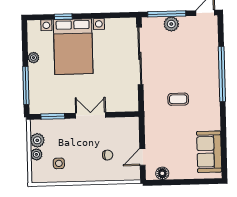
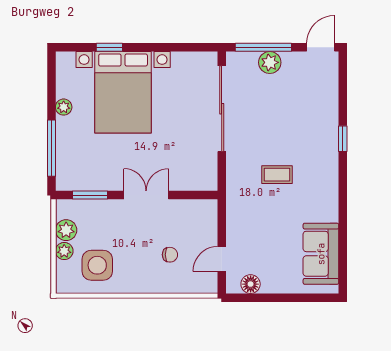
window: (222, 74) -> (343, 139), width x0.32
side table: (59, 163) -> (97, 265), width x1.87, depth x1.87

